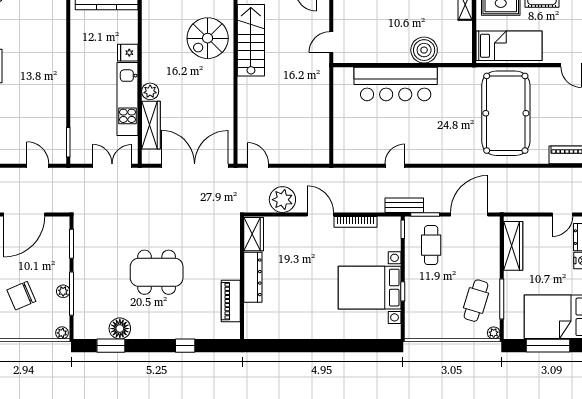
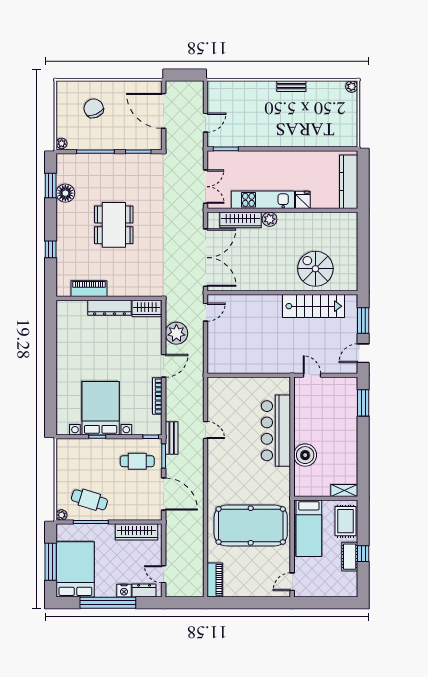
plant: (63, 291) -> (97, 144), removed

